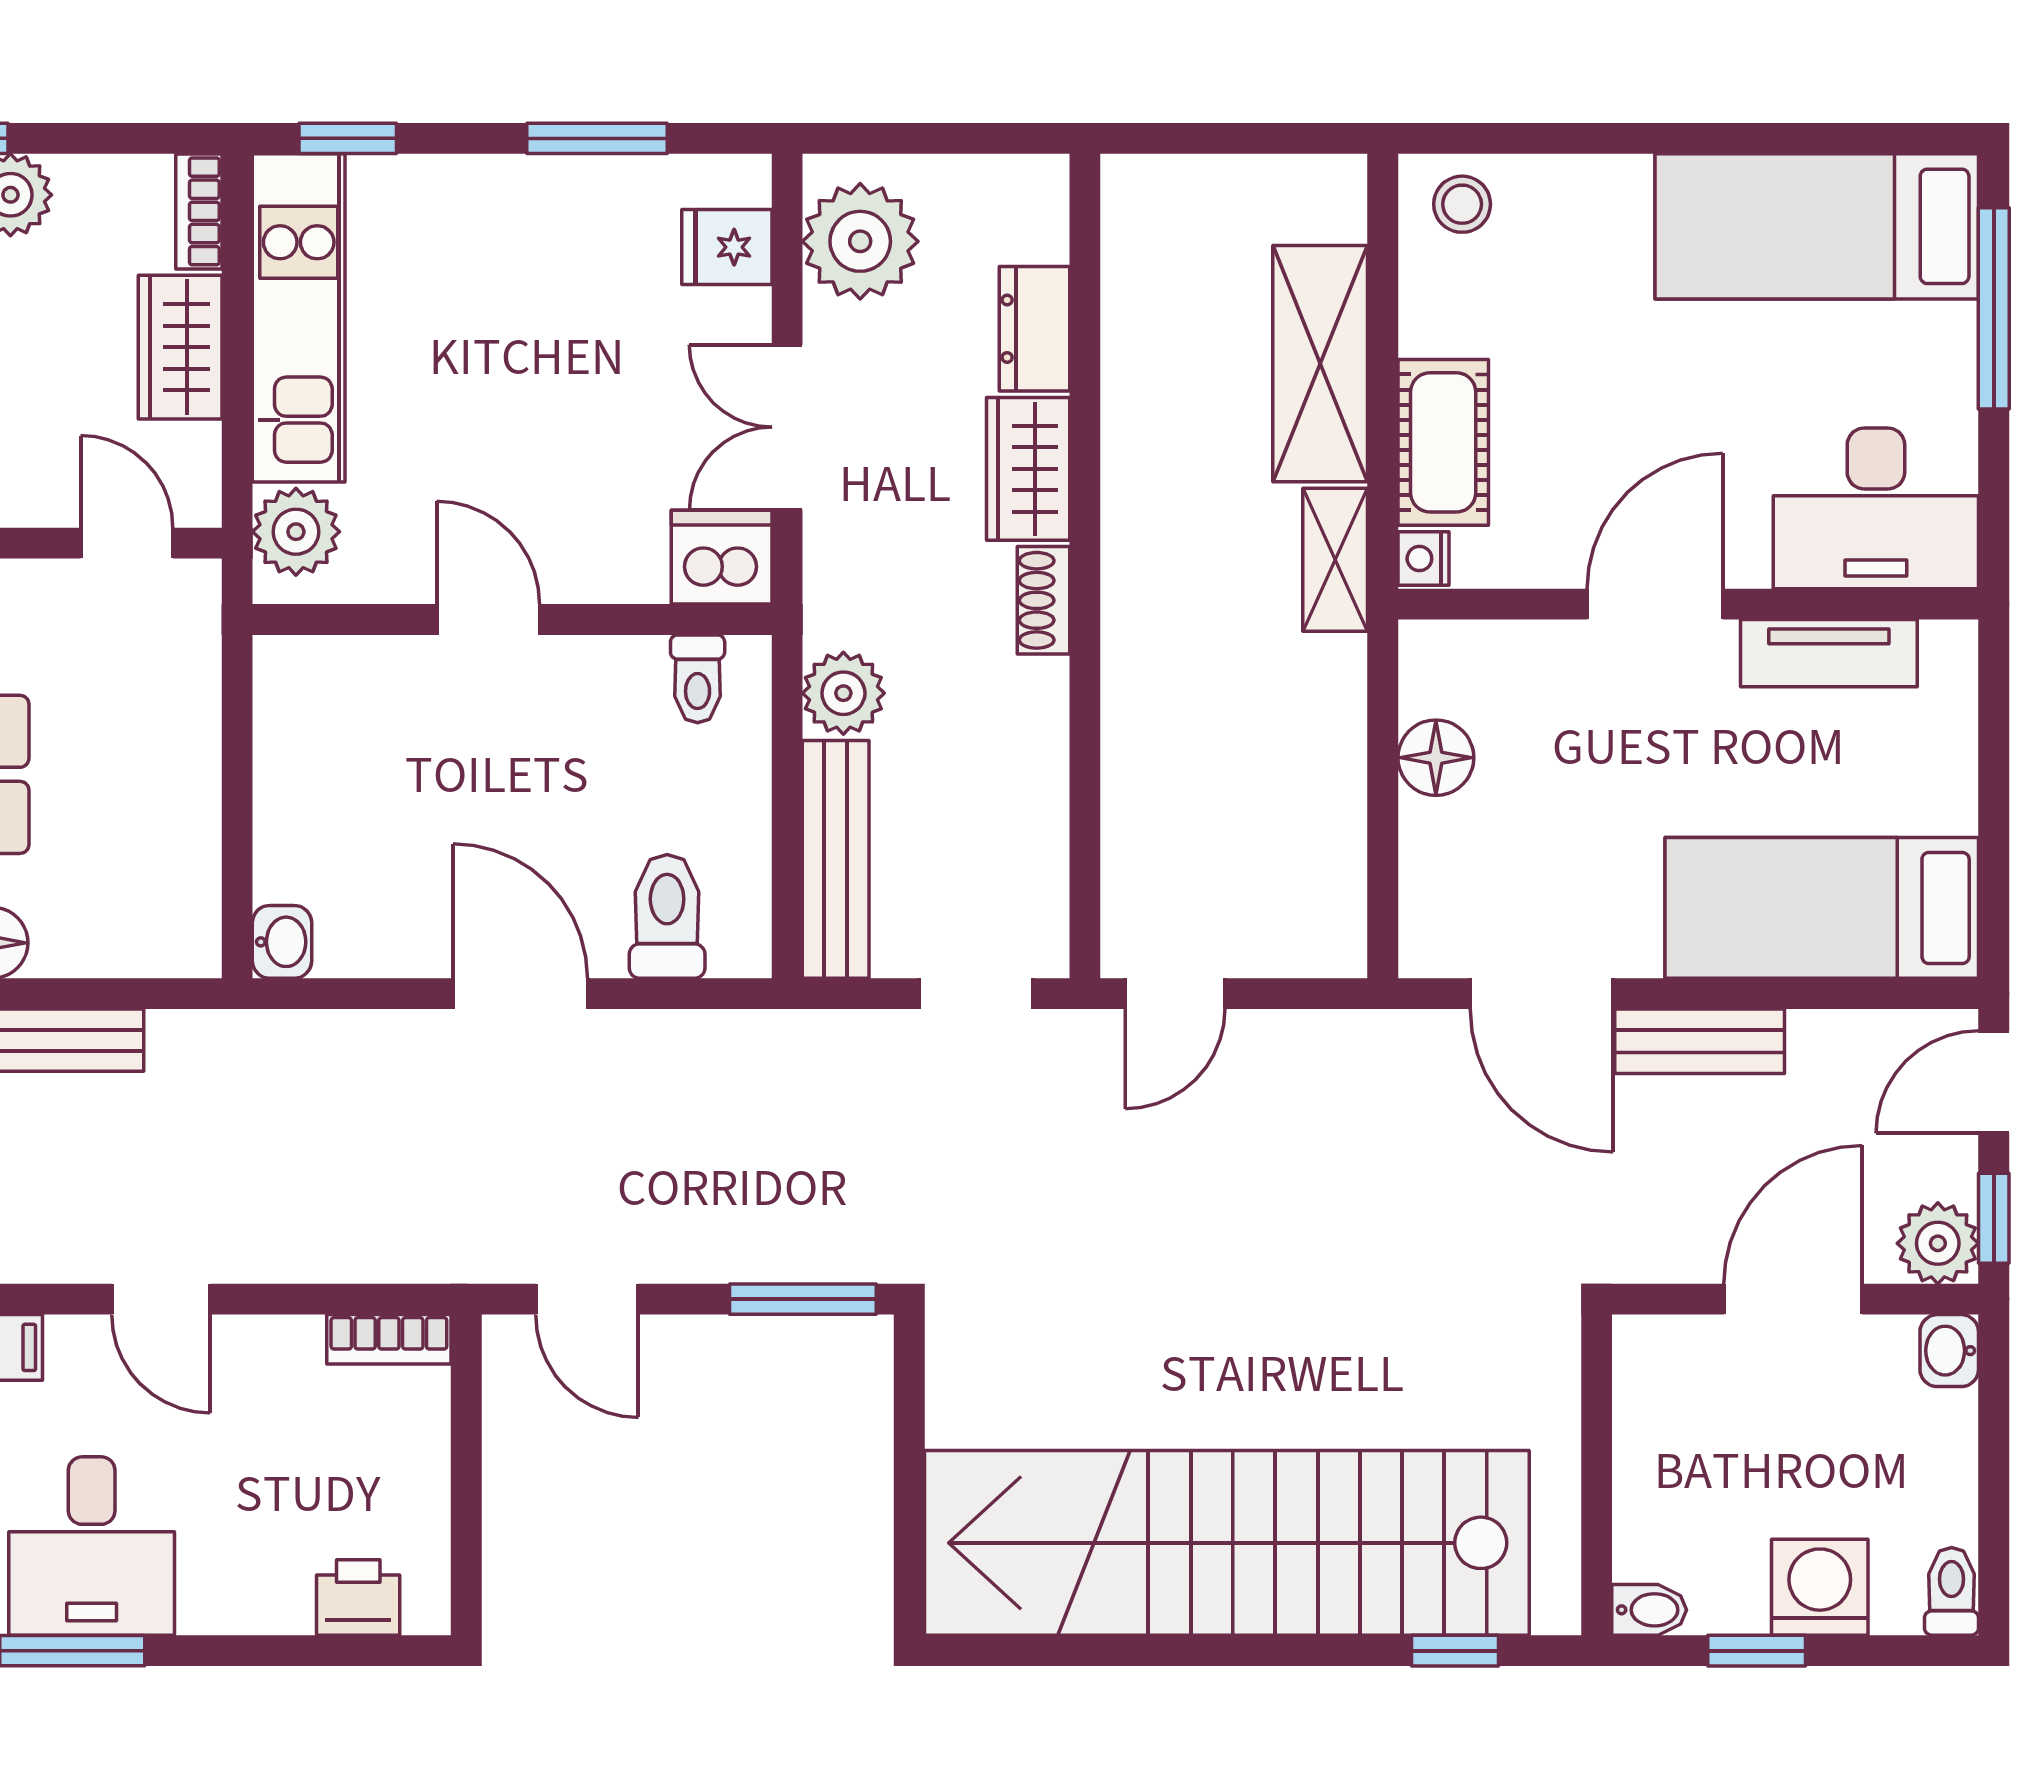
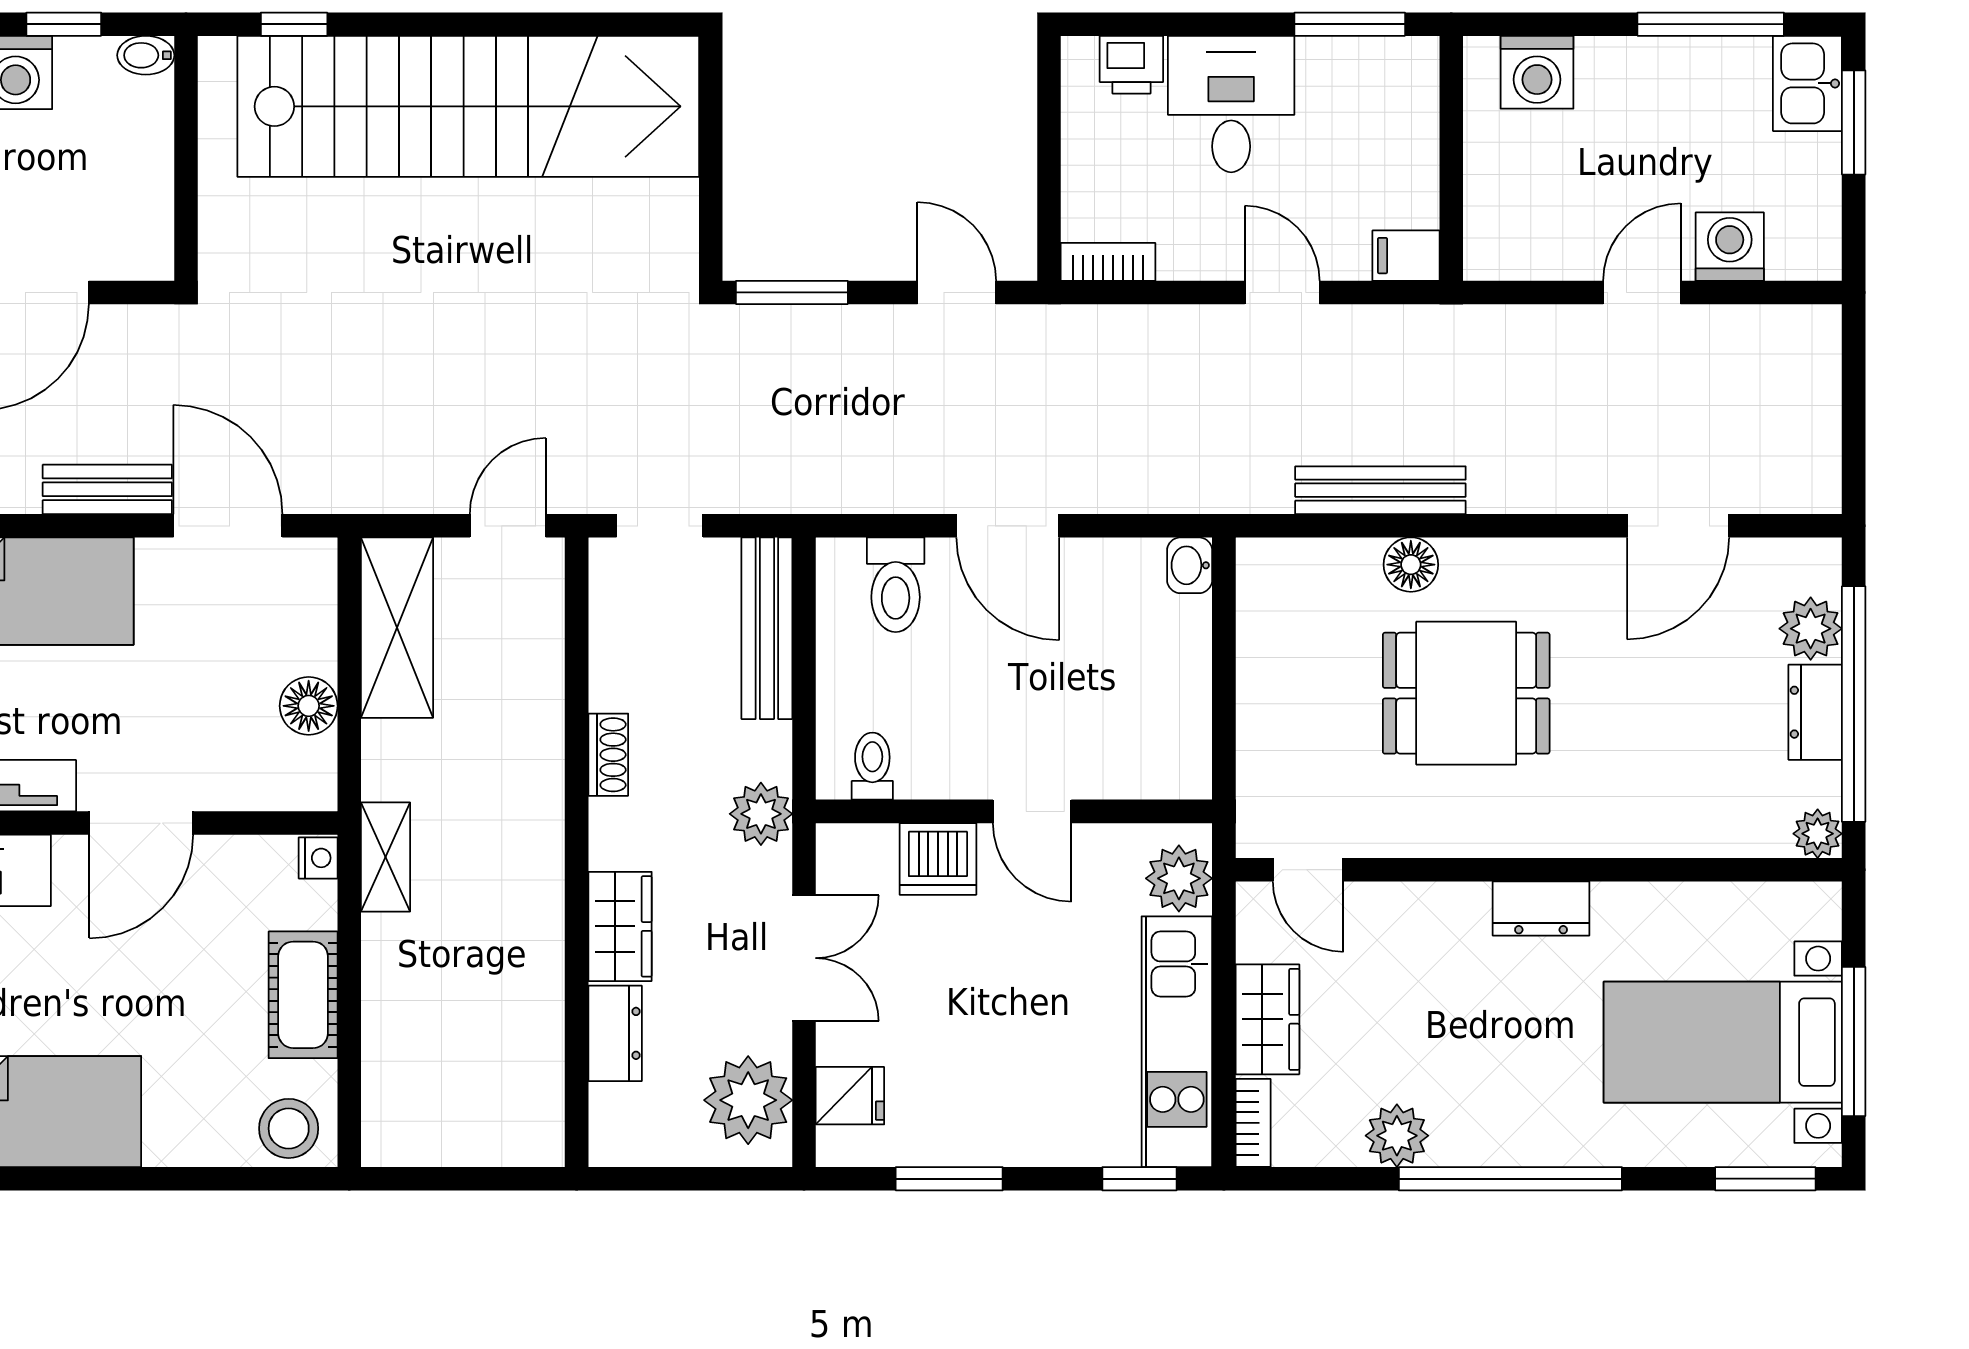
stool: (1462, 204) -> (289, 1128), width x1.37, depth x1.37
shelving: (1320, 364) -> (397, 628), moved
cot: (1443, 442) -> (303, 995), moved
dishwasher: (722, 557) -> (938, 859), moved
shoe rack: (1043, 600) -> (608, 755), moved
plant: (843, 693) -> (761, 814), moved
desk: (92, 1546) -> (1231, 104), moved

